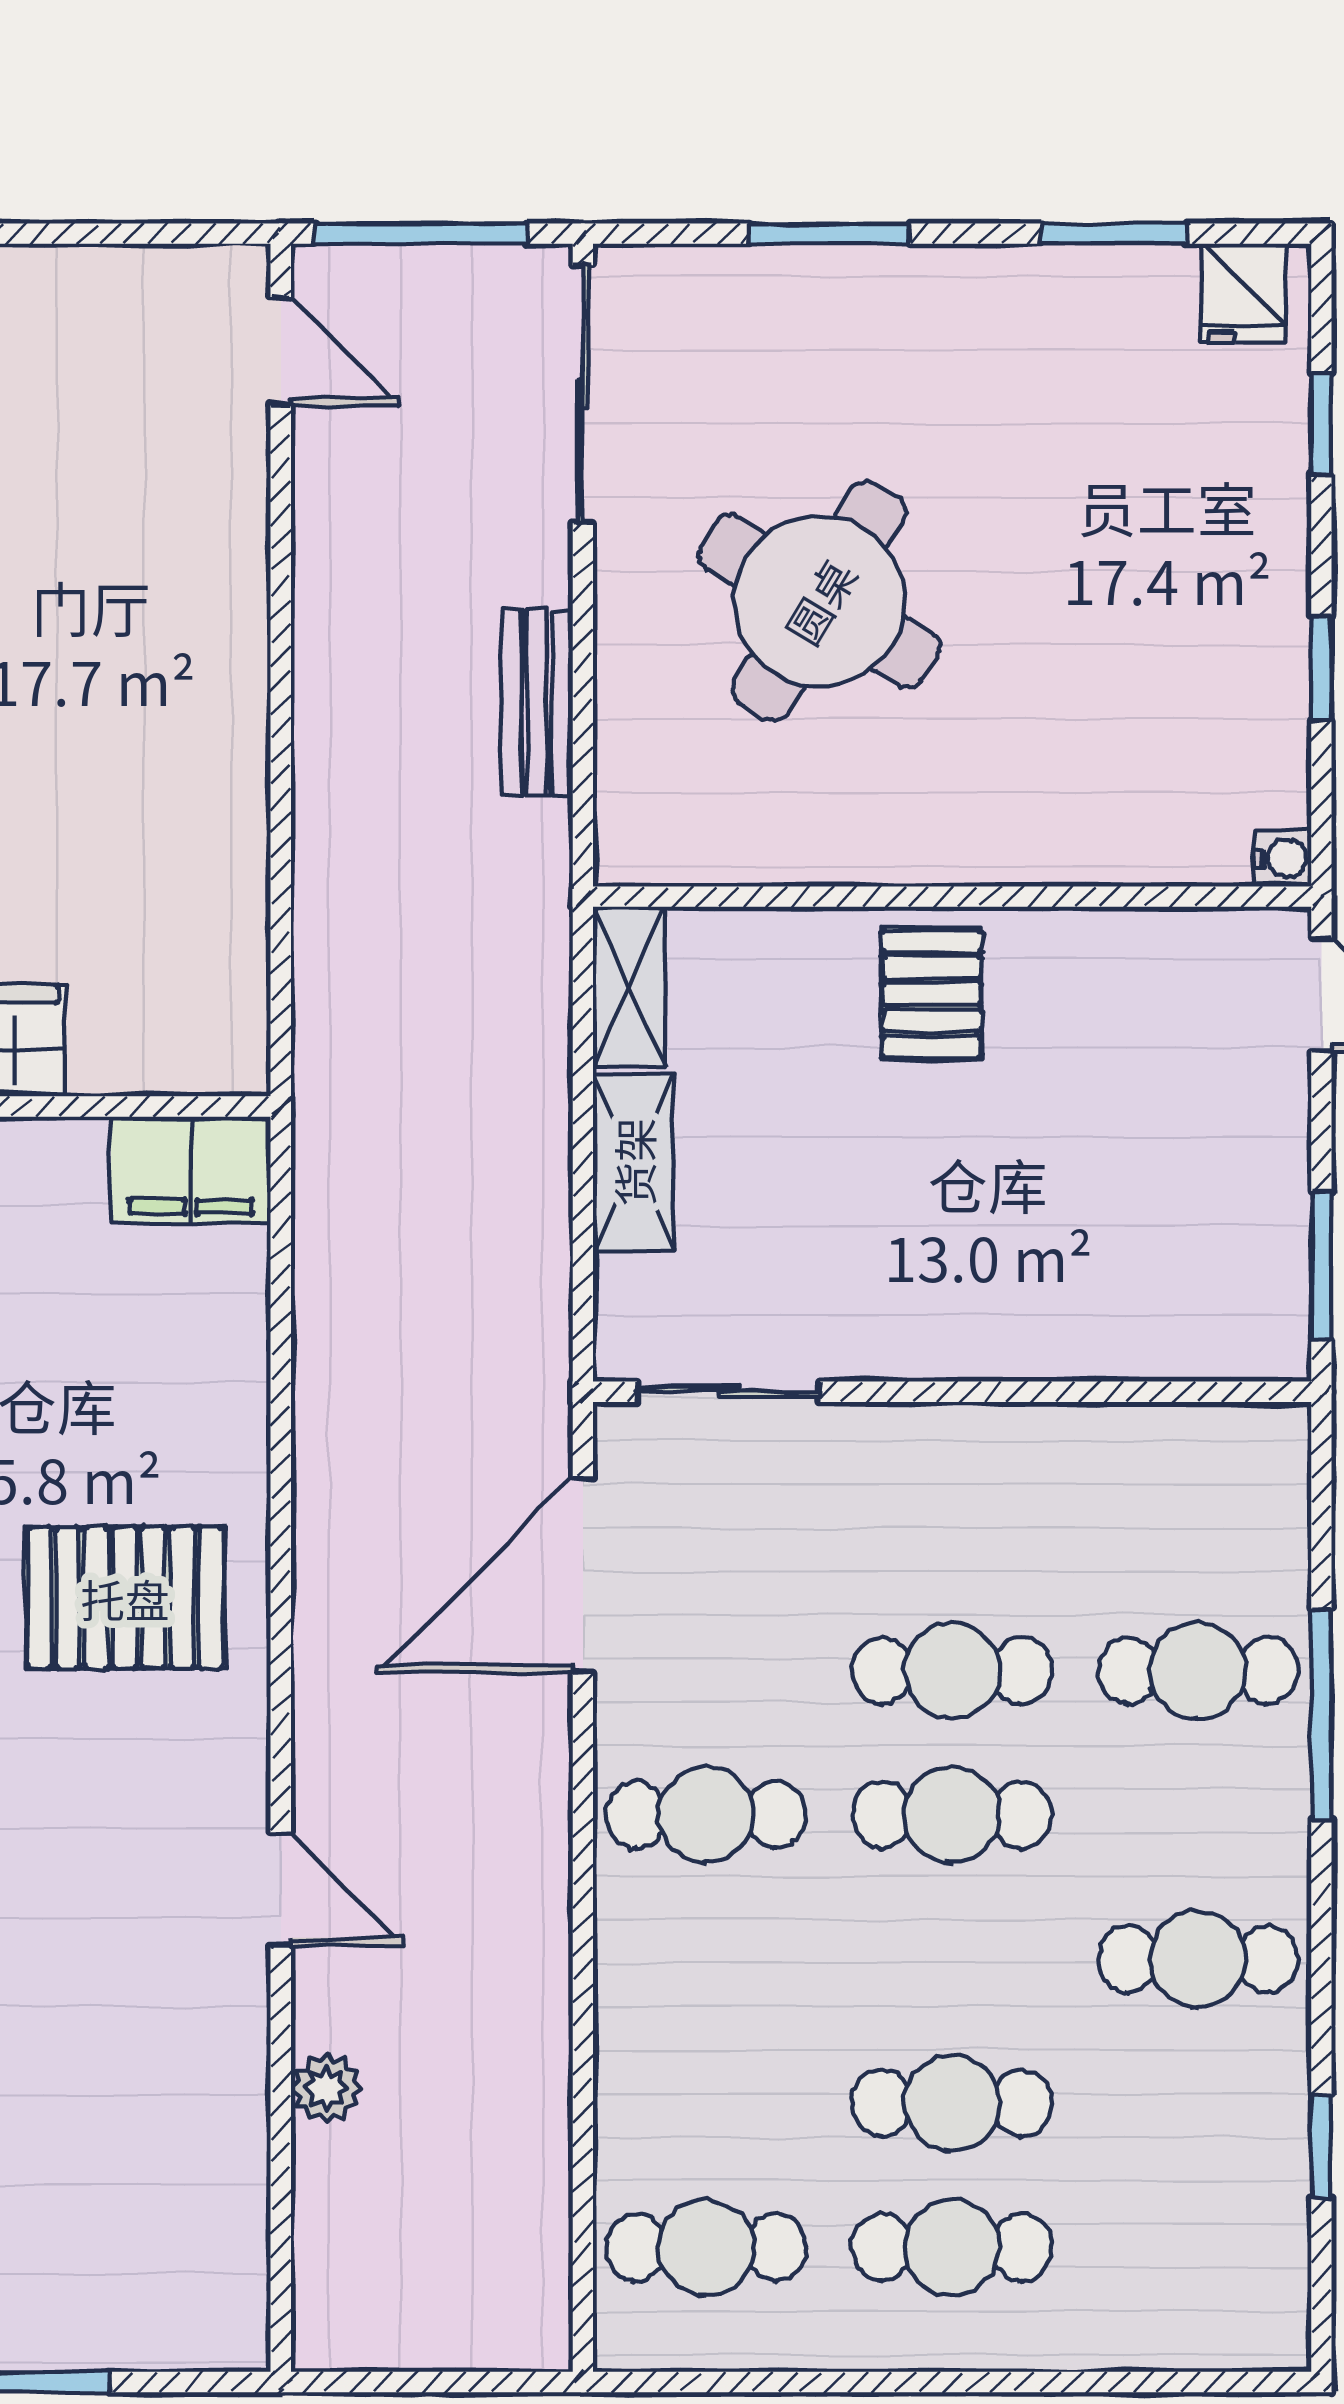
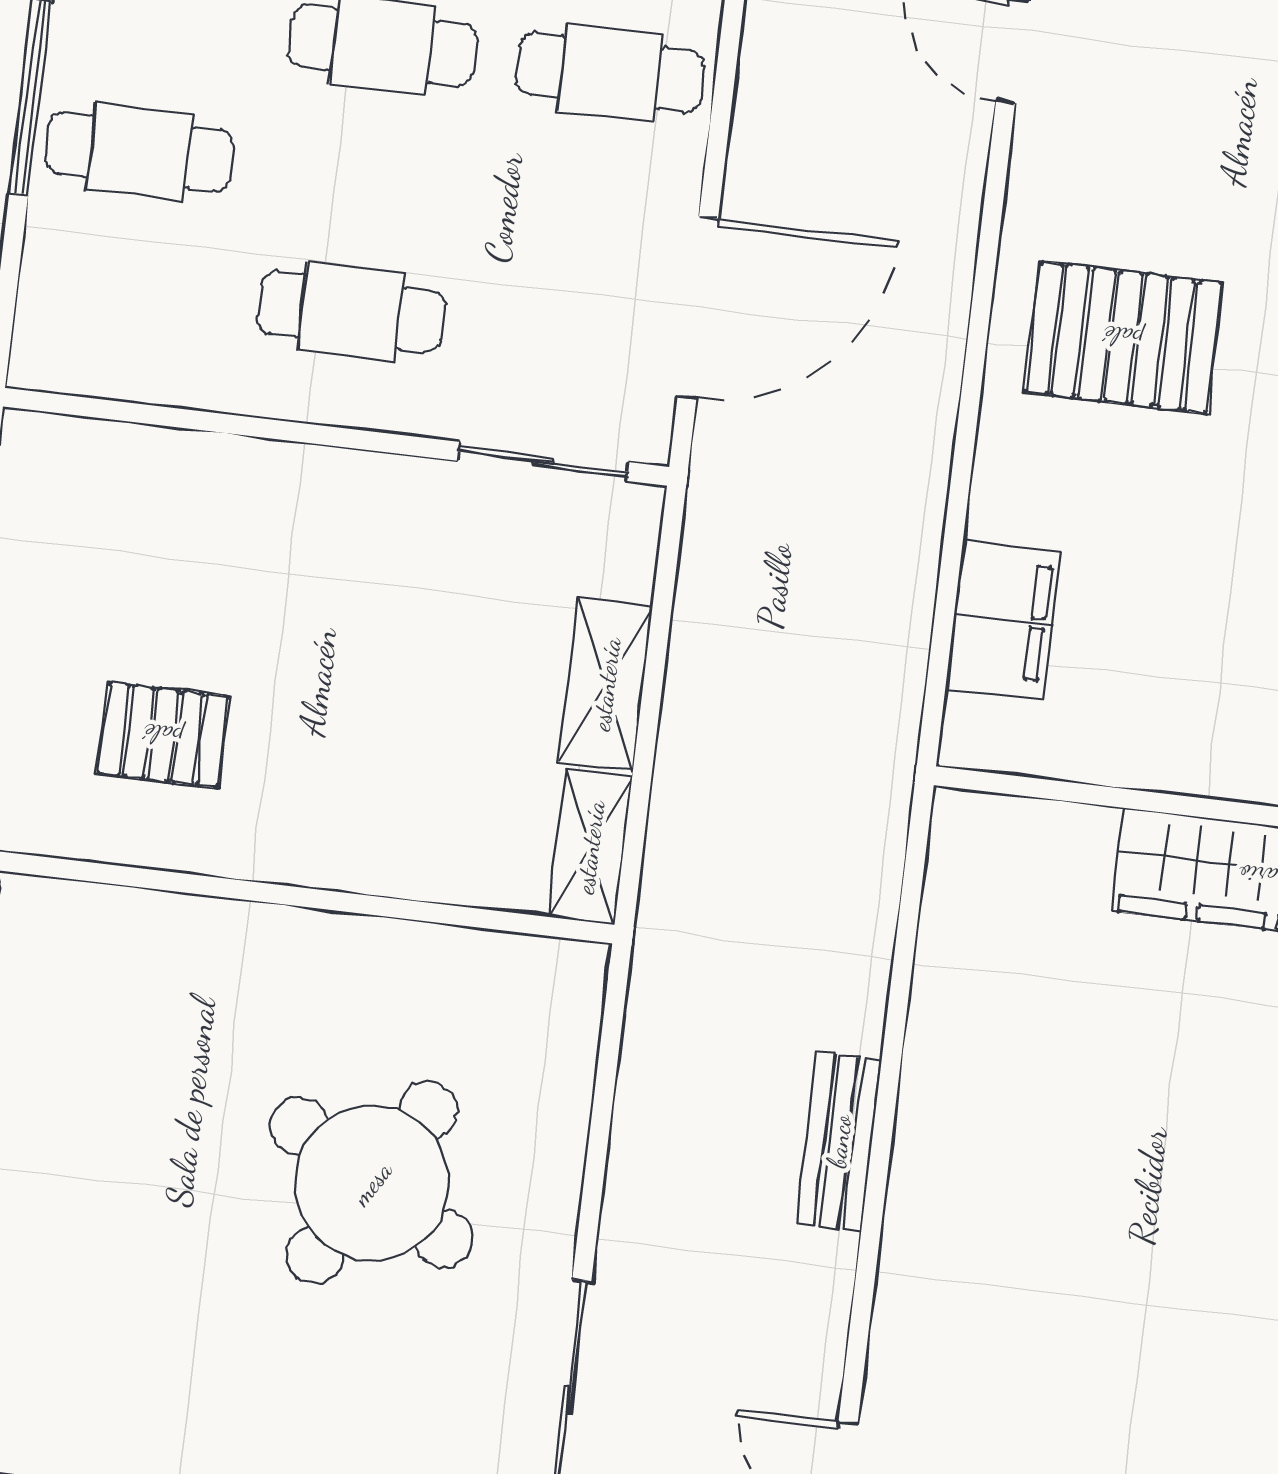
bench: (537, 702) -> (839, 1141), moved
pallet: (932, 994) -> (163, 735), moved, turned 90
filing cabinet: (191, 1170) -> (1003, 619), moved, turned 90
cafe table: (952, 1671) -> (351, 312), moved

